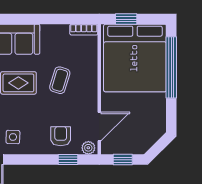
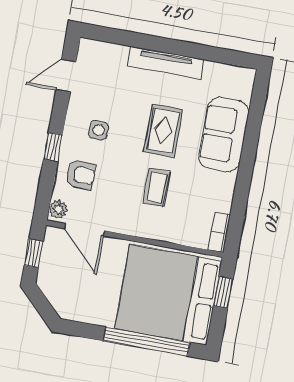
coffee table: (60, 80) -> (157, 187), turned 73
side table: (13, 137) -> (99, 130), moved
window: (68, 160) -> (53, 147), moved

